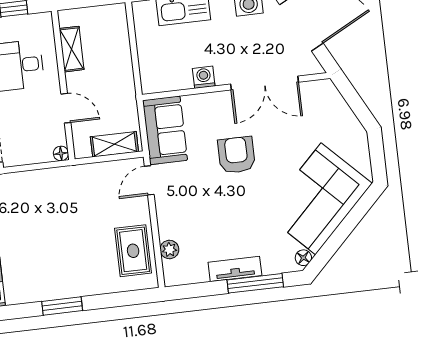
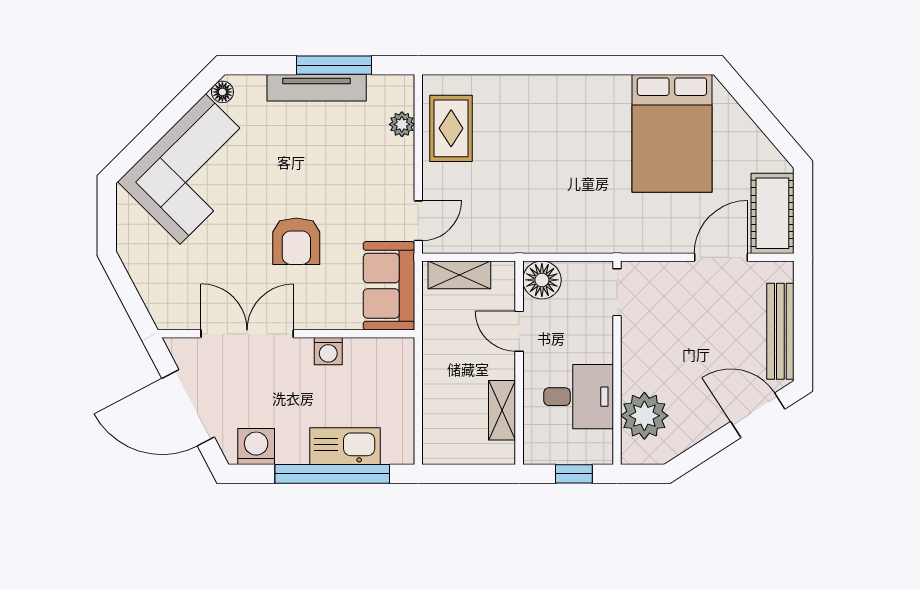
floor lamp: (61, 153) -> (542, 280), width x1.89, depth x1.89
tv unit: (235, 269) -> (317, 88), width x1.41
window: (255, 283) -> (334, 65), moved
window: (62, 306) -> (556, 65), removed

